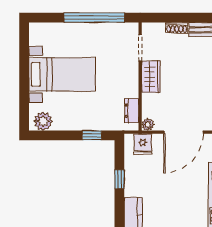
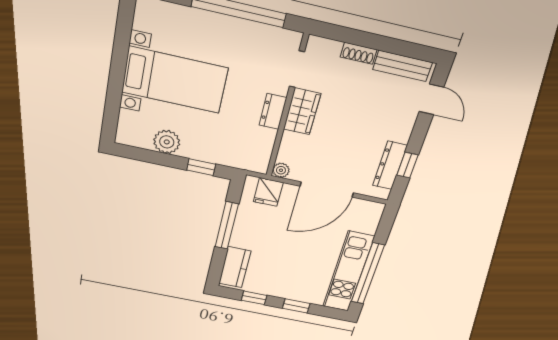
dresser: (132, 111) -> (273, 111), moved
plant: (43, 121) -> (167, 142), moved
window: (119, 179) -> (227, 225), width x2.17

